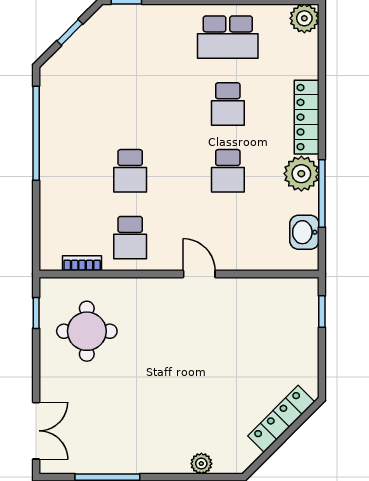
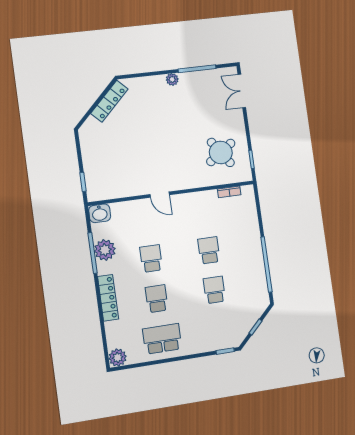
plant: (301, 174) -> (105, 250), moved
washbasin: (304, 232) -> (100, 213), moved, turned 90
school desk: (130, 238) -> (214, 290), moved
round table: (87, 331) -> (221, 152), turned -35
locker: (281, 419) -> (109, 101), moved
plant: (201, 464) -> (172, 79), moved

